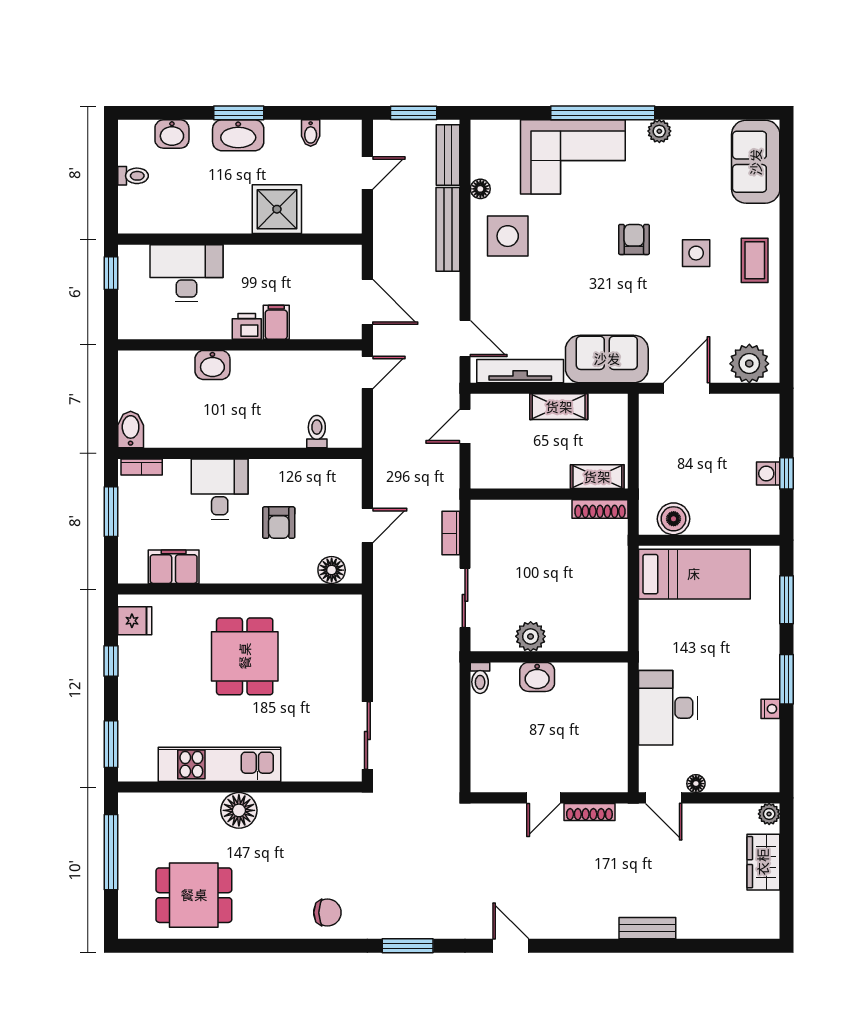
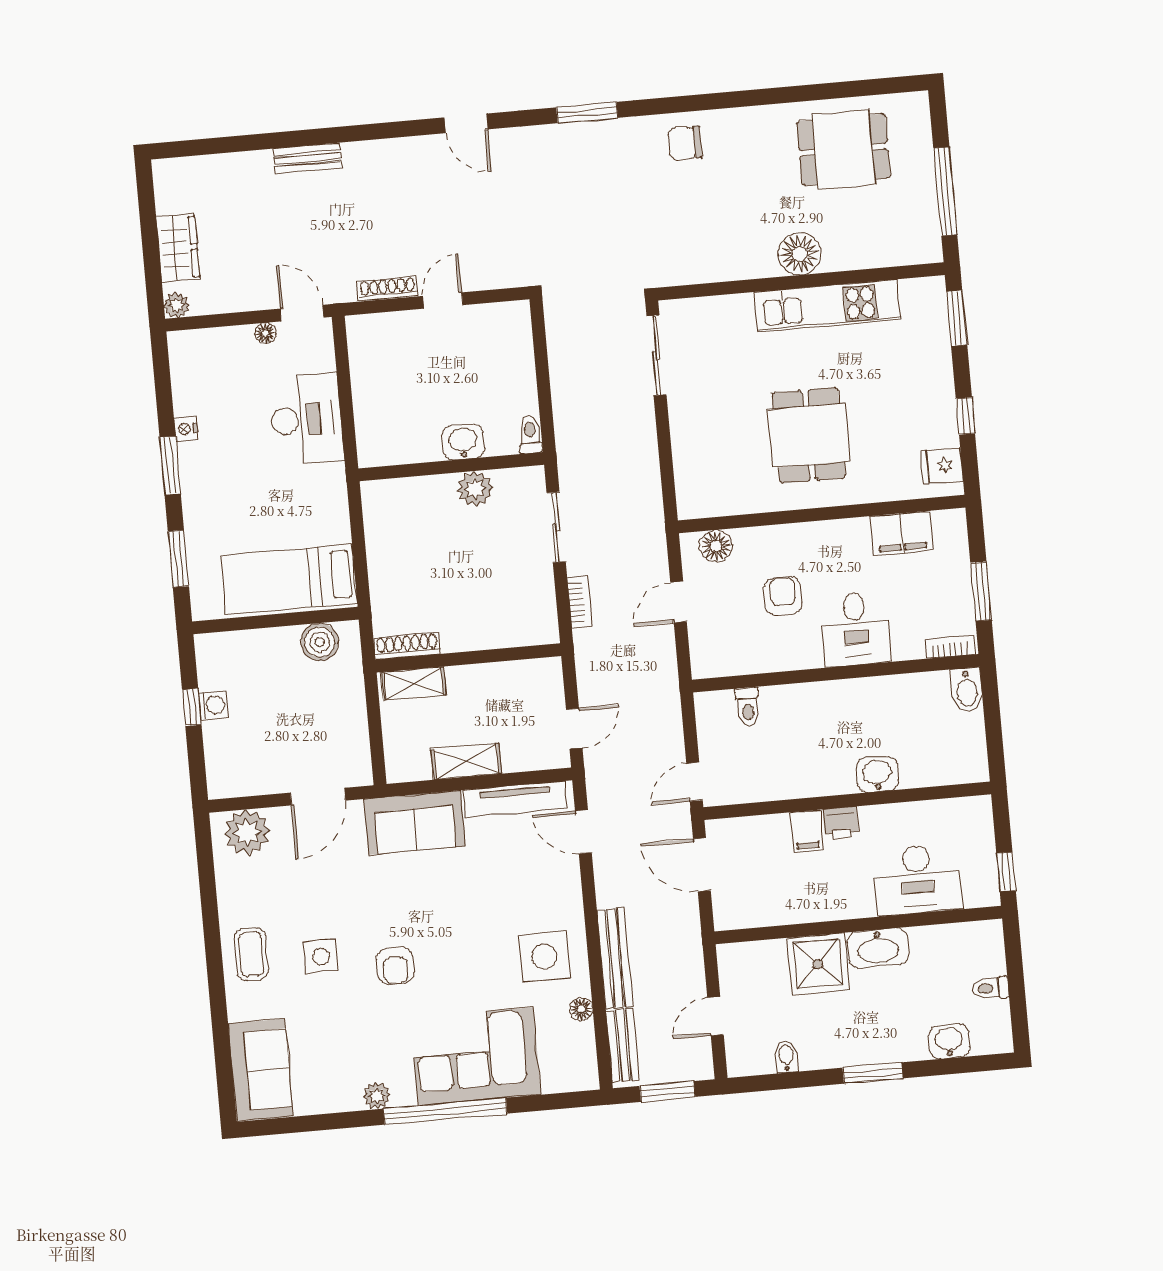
washbasin: (238, 135) -> (878, 948), moved, turned 180

